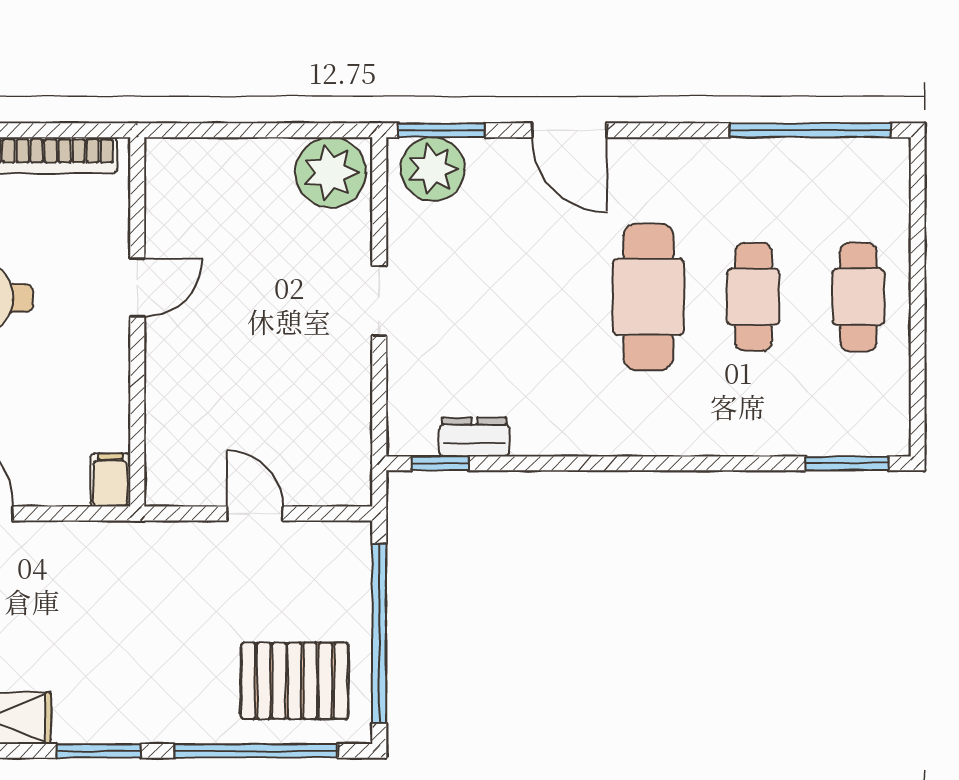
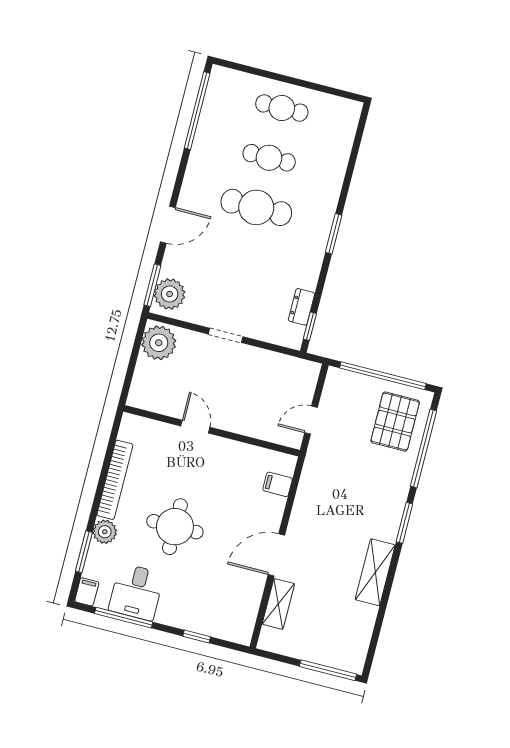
door: (137, 288) -> (195, 427), moved
wall: (137, 322) -> (212, 431), moved
window: (847, 463) -> (334, 234), moved

